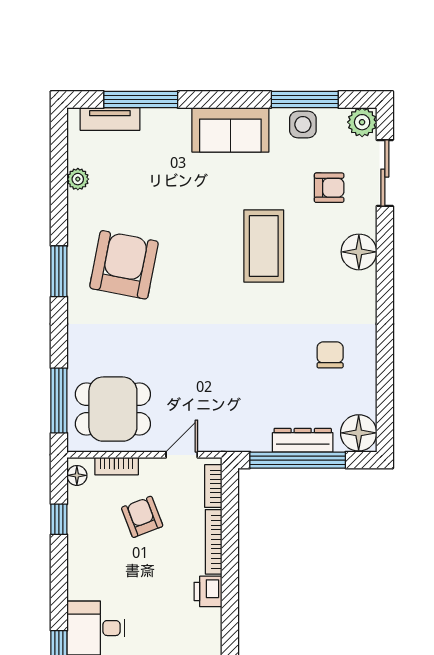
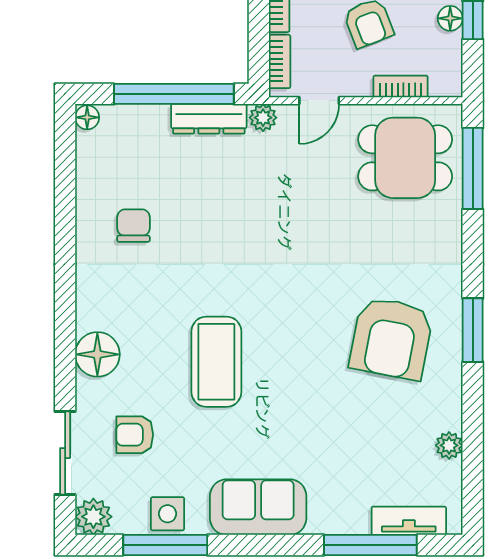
chair: (330, 355) -> (134, 226), turned 180
floor lamp: (359, 433) -> (87, 117), width x0.53, depth x0.53
dresser: (303, 440) -> (209, 119), moved
plant: (227, 441) -> (263, 118), added
floor lamp: (77, 475) -> (450, 18), moved

